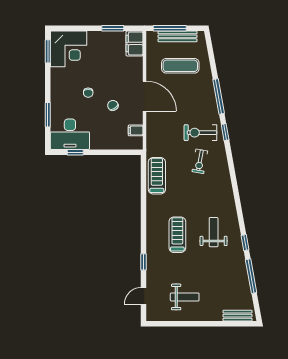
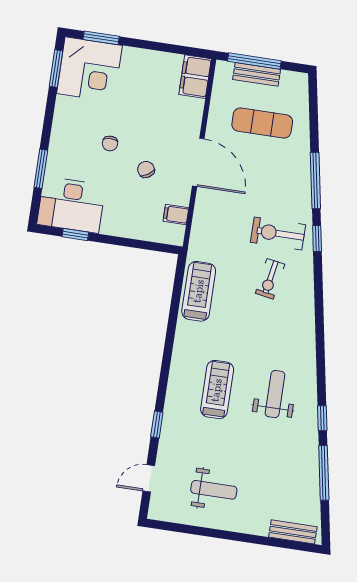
window: (113, 28) -> (101, 38), moved
bench: (178, 36) -> (257, 74), width x0.73

